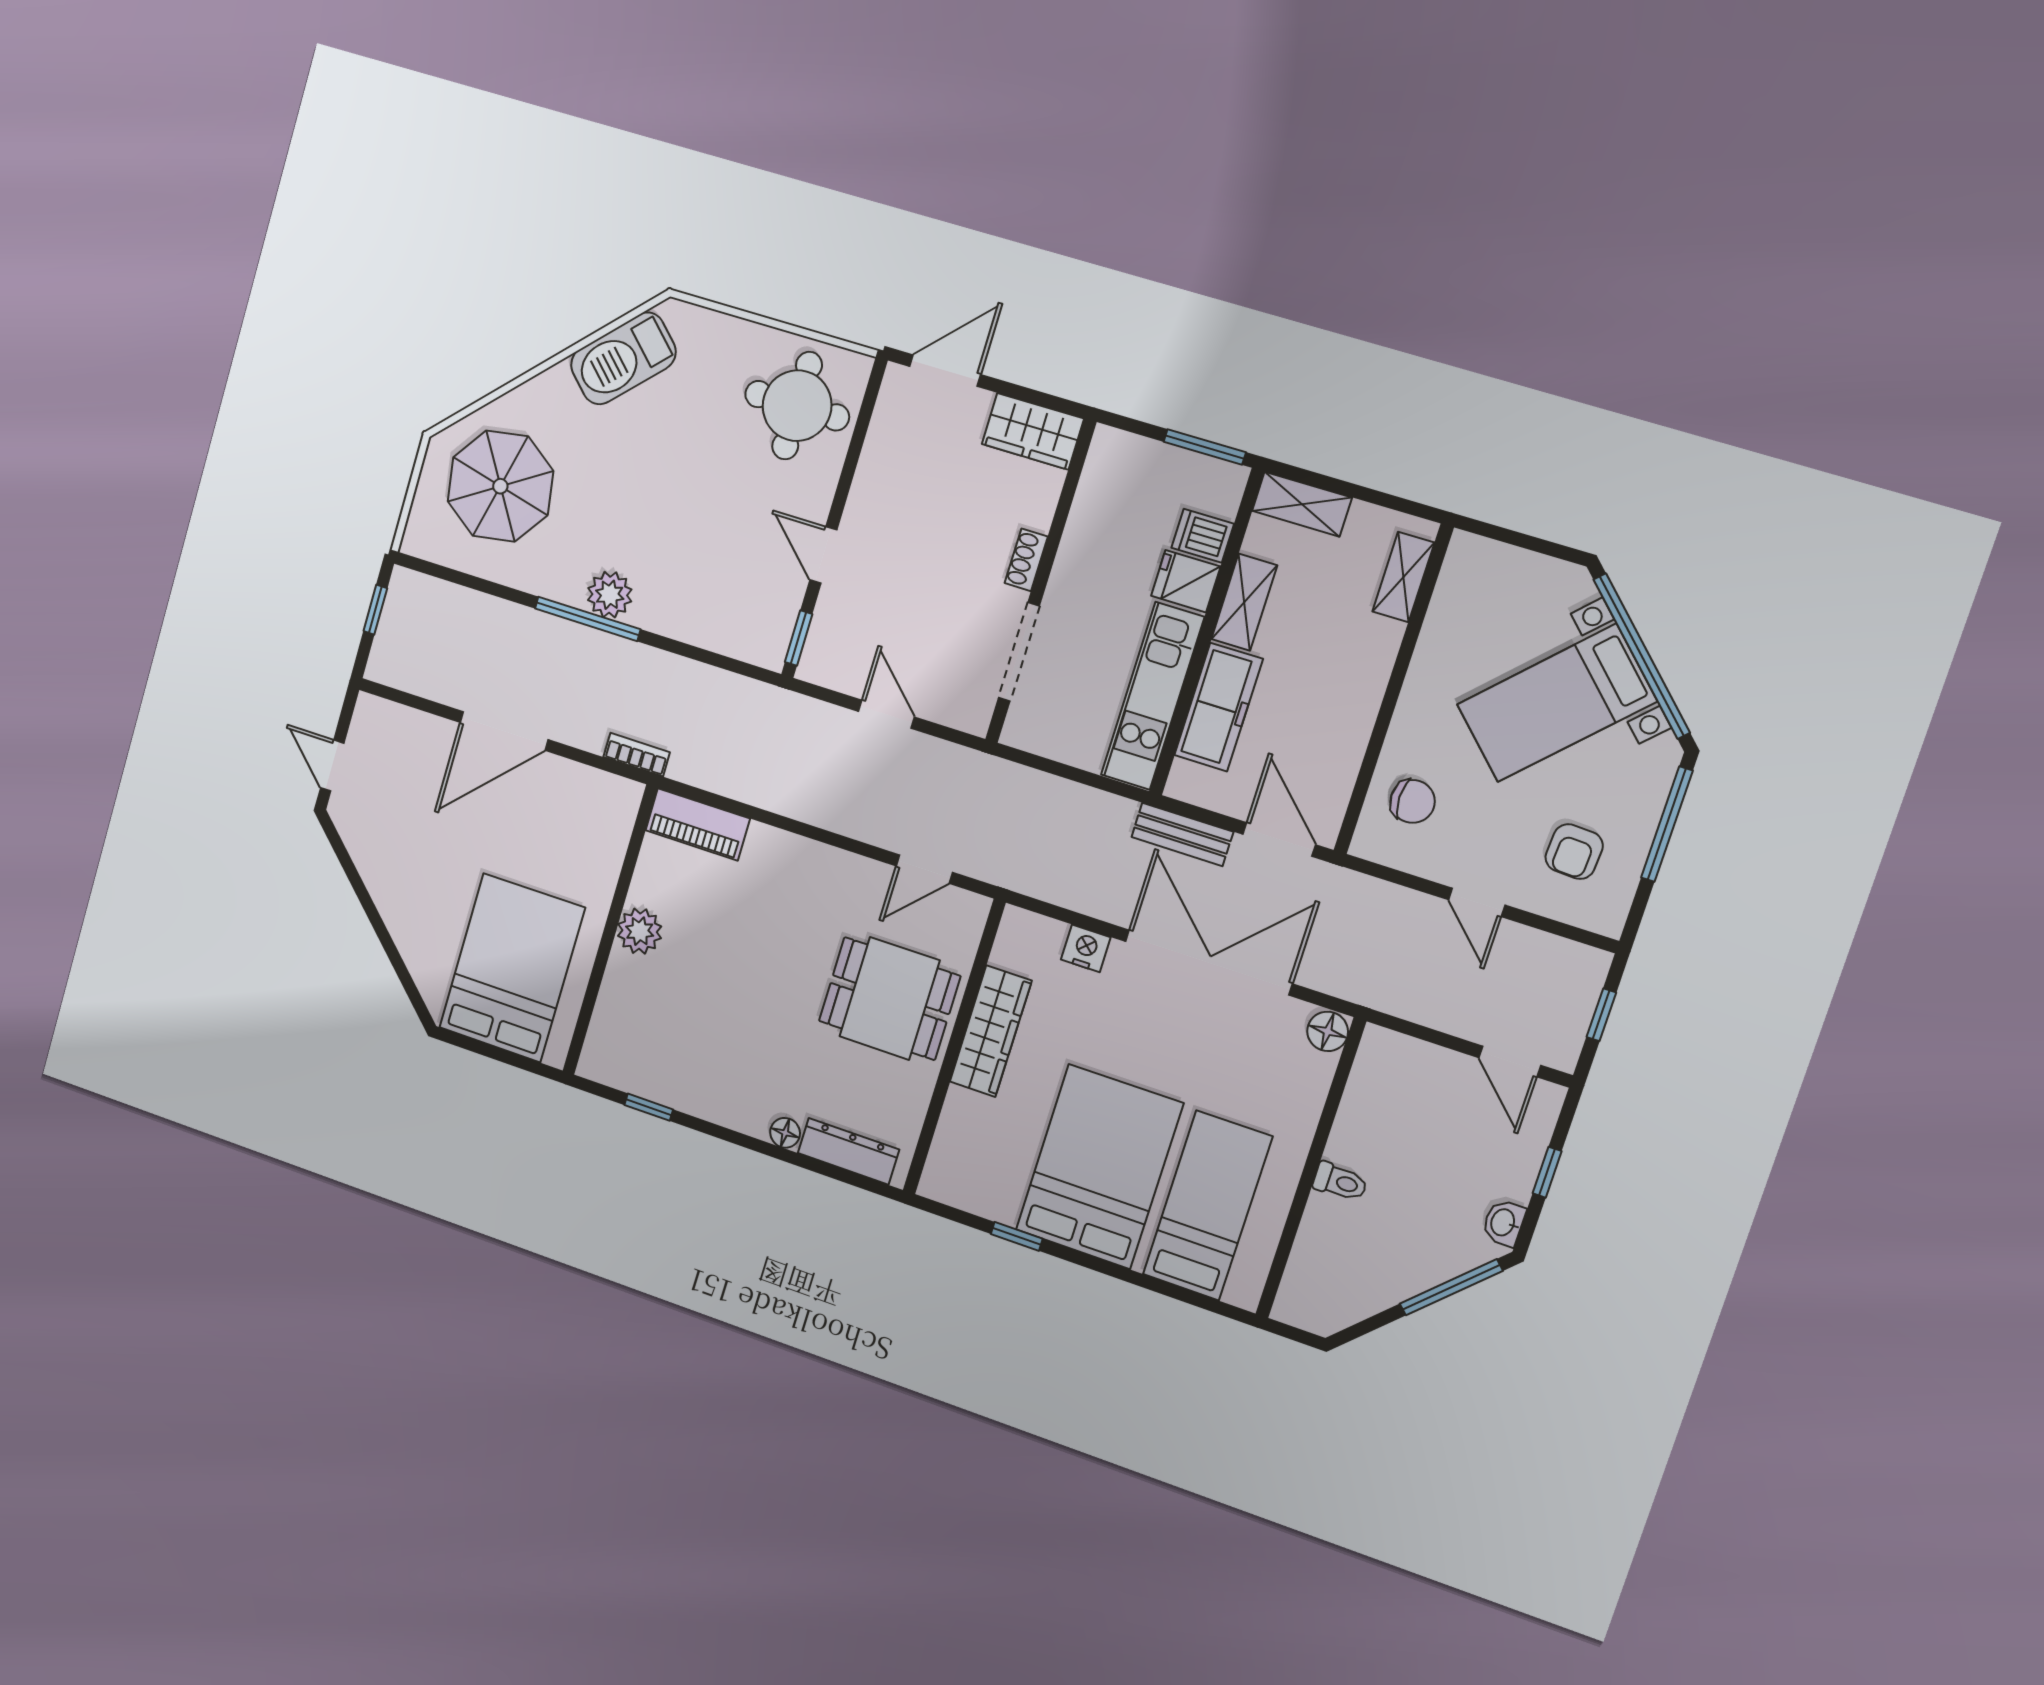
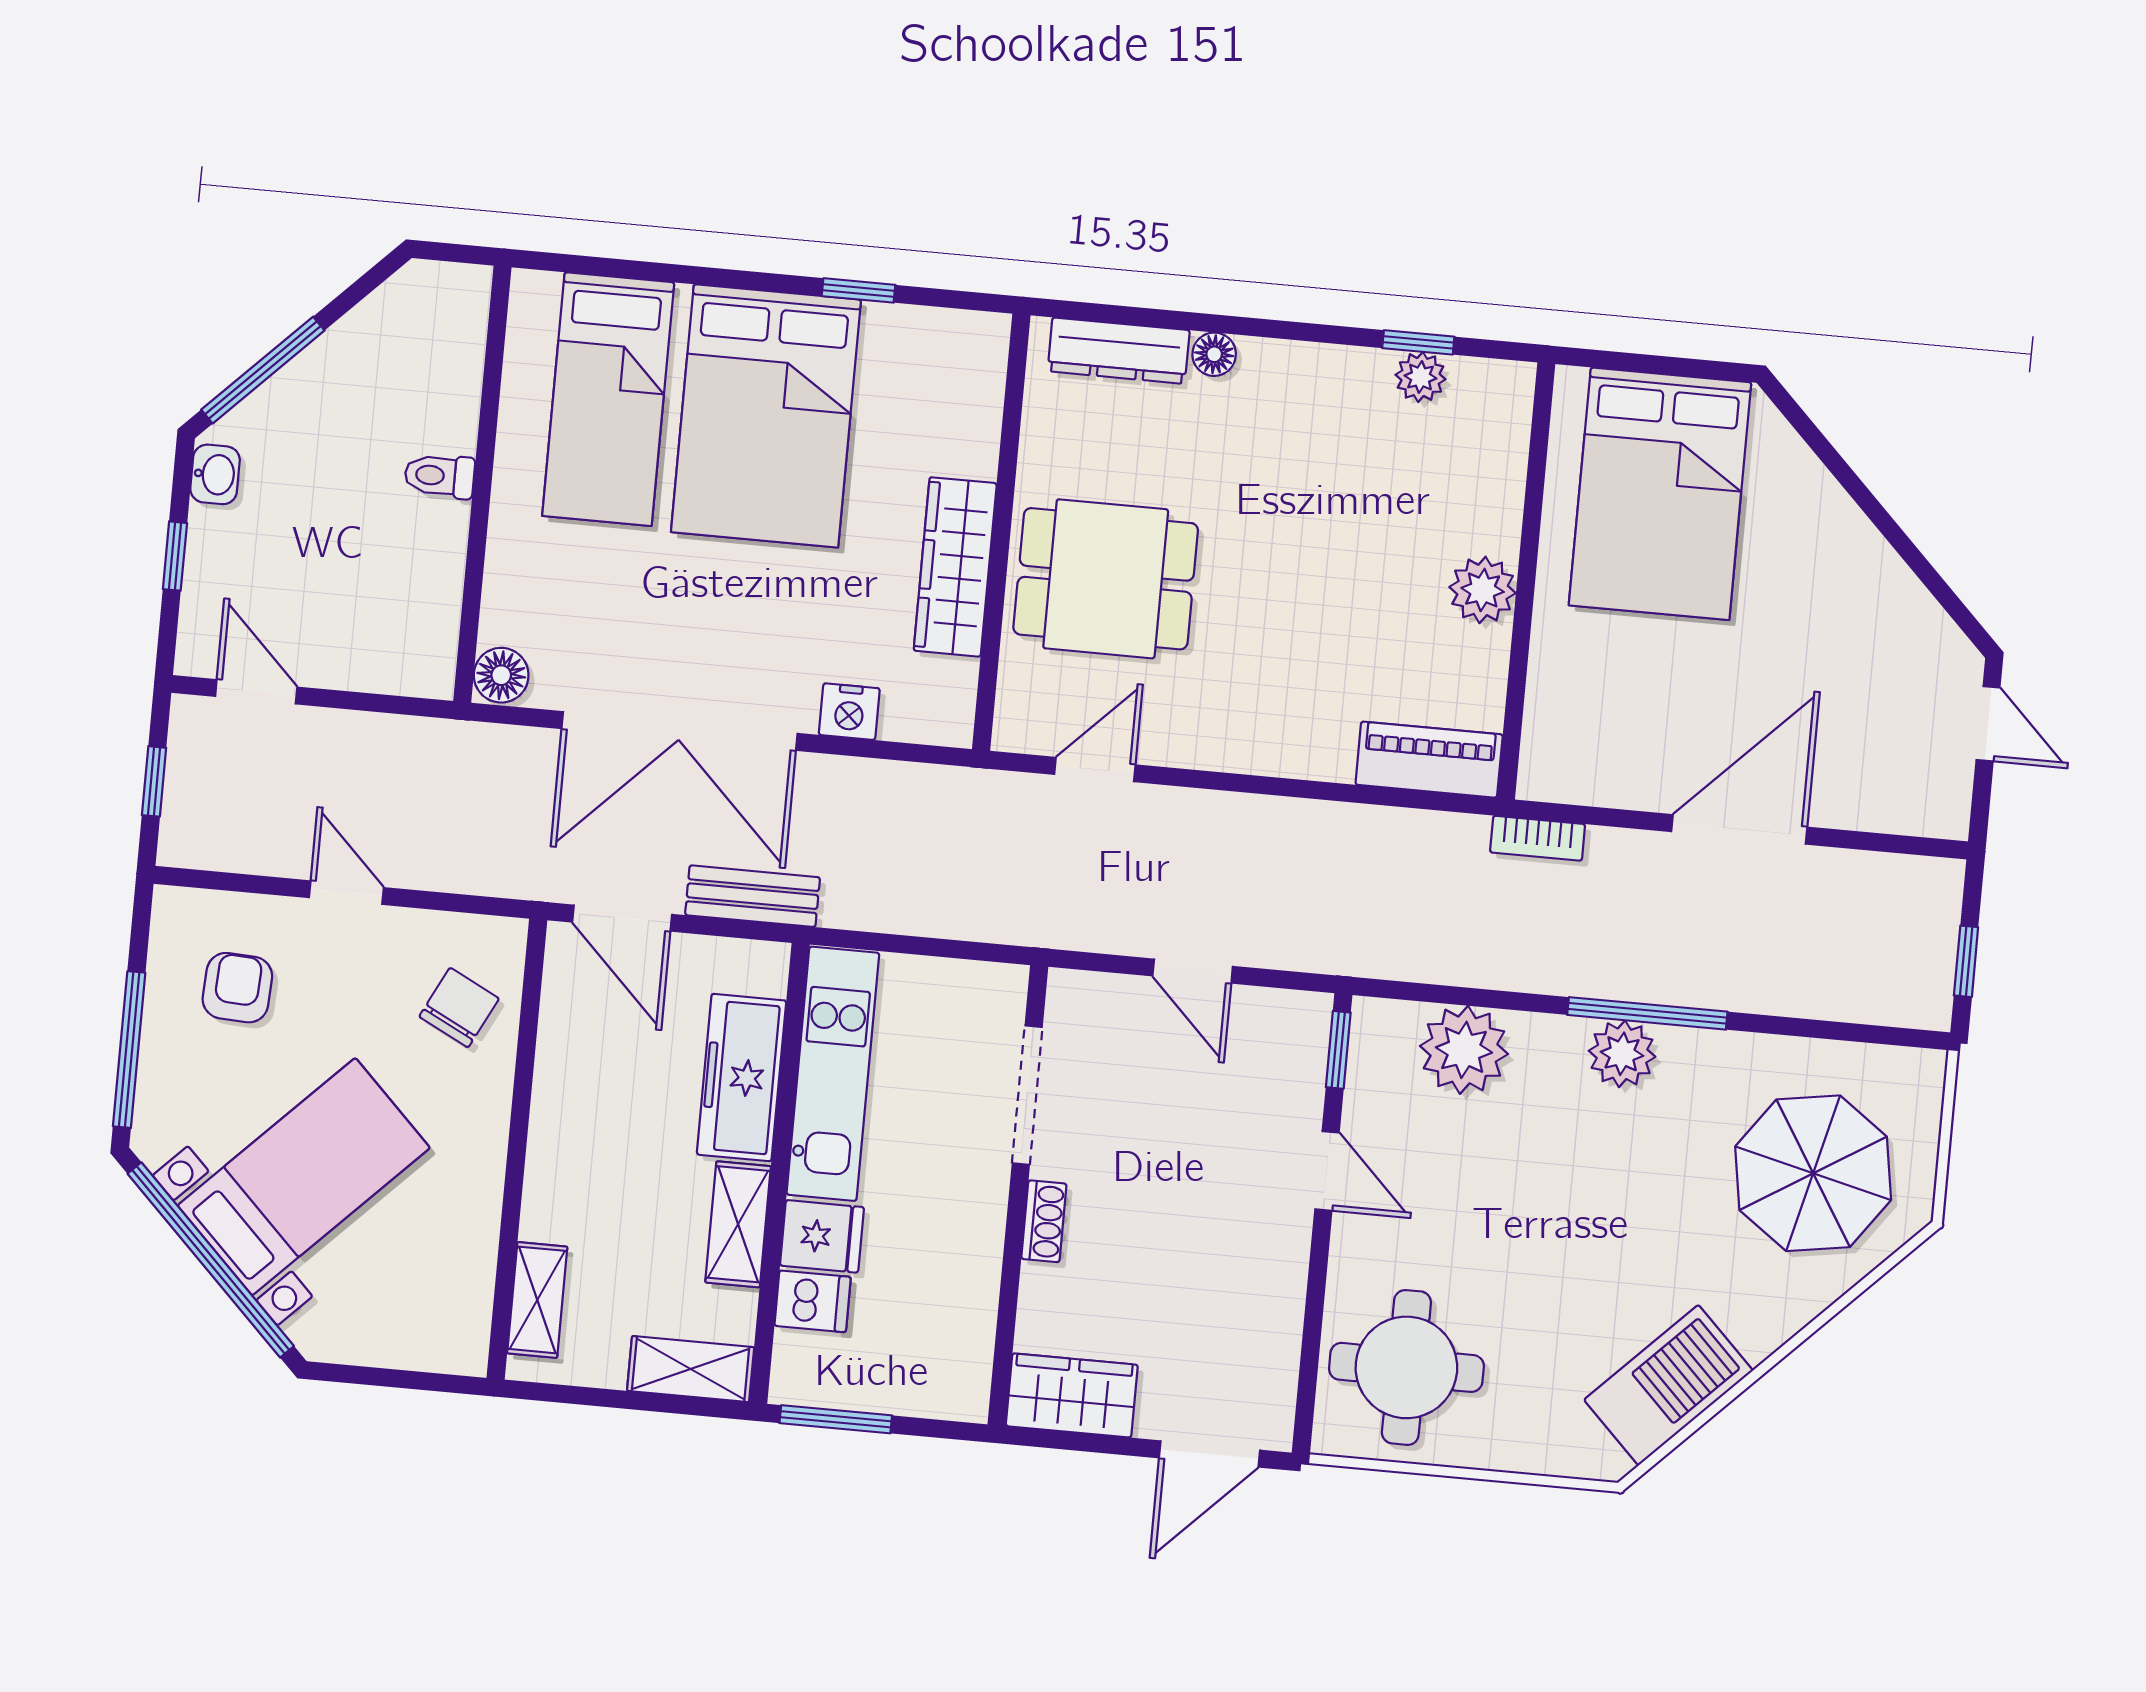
plant: (714, 620) -> (1464, 1050), added
chair: (1413, 801) -> (459, 1008), turned 117
plant: (652, 1084) -> (1420, 377), added

